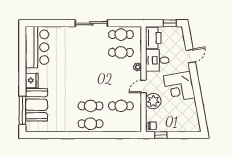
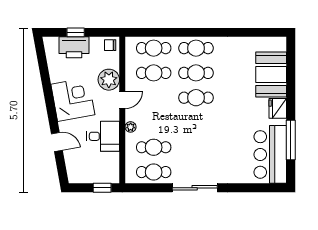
window: (170, 23) -> (102, 188), moved
printer: (153, 38) -> (74, 47), moved, turned -90
door: (191, 56) -> (57, 142), swing flipped
cafe table: (91, 88) -> (196, 98), added
window: (22, 110) -> (291, 140), moved
cafe table: (121, 124) -> (154, 48), added
window: (161, 135) -> (76, 32), moved

